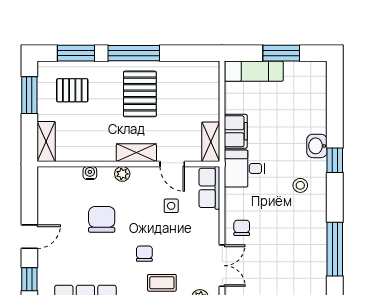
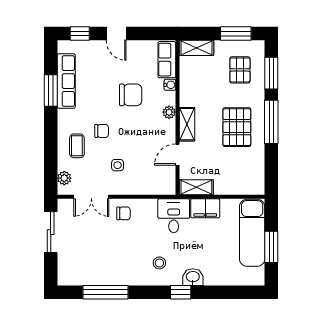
exam couch: (254, 71) -> (252, 233), width x1.36, depth x1.45
pallet: (140, 94) -> (237, 127), turned 90
row of seats: (209, 188) -> (167, 60), moved, turned -90
side table: (171, 206) -> (118, 165), moved

